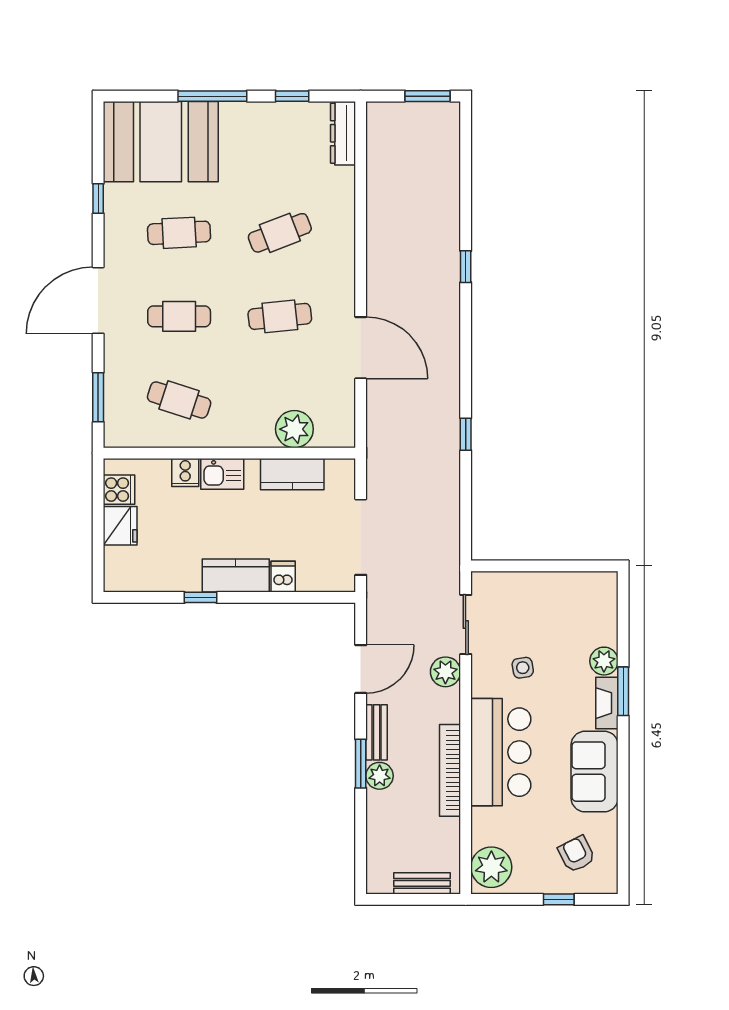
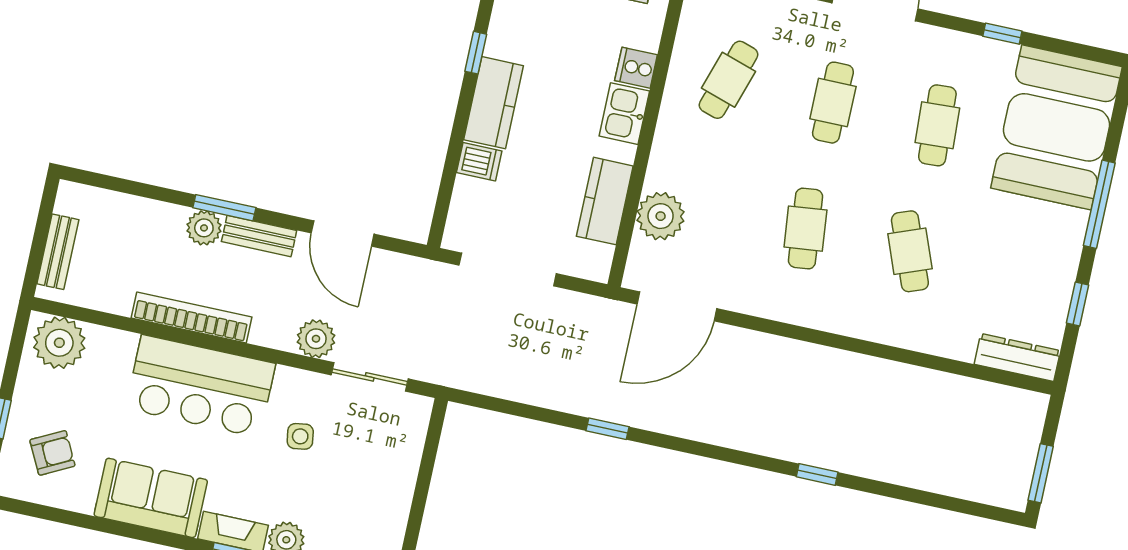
door: (361, 348) -> (677, 306), moved

